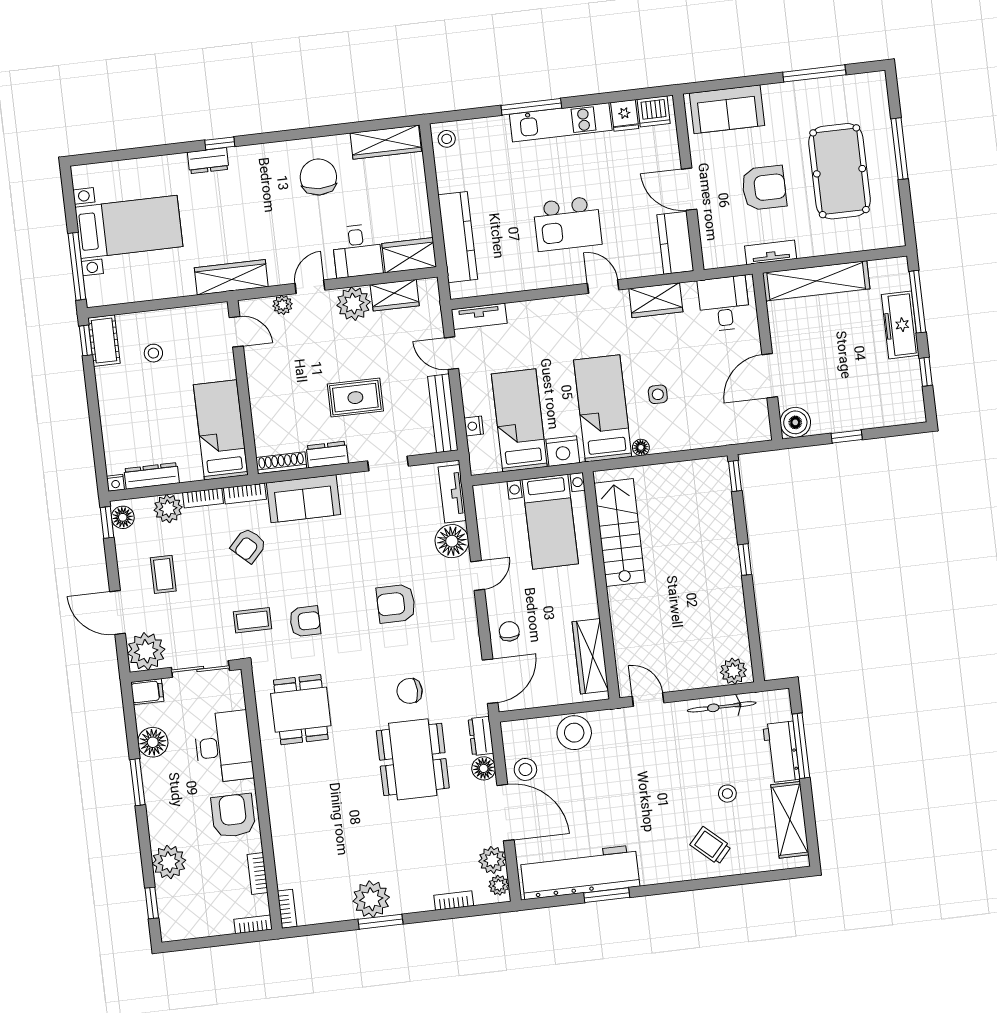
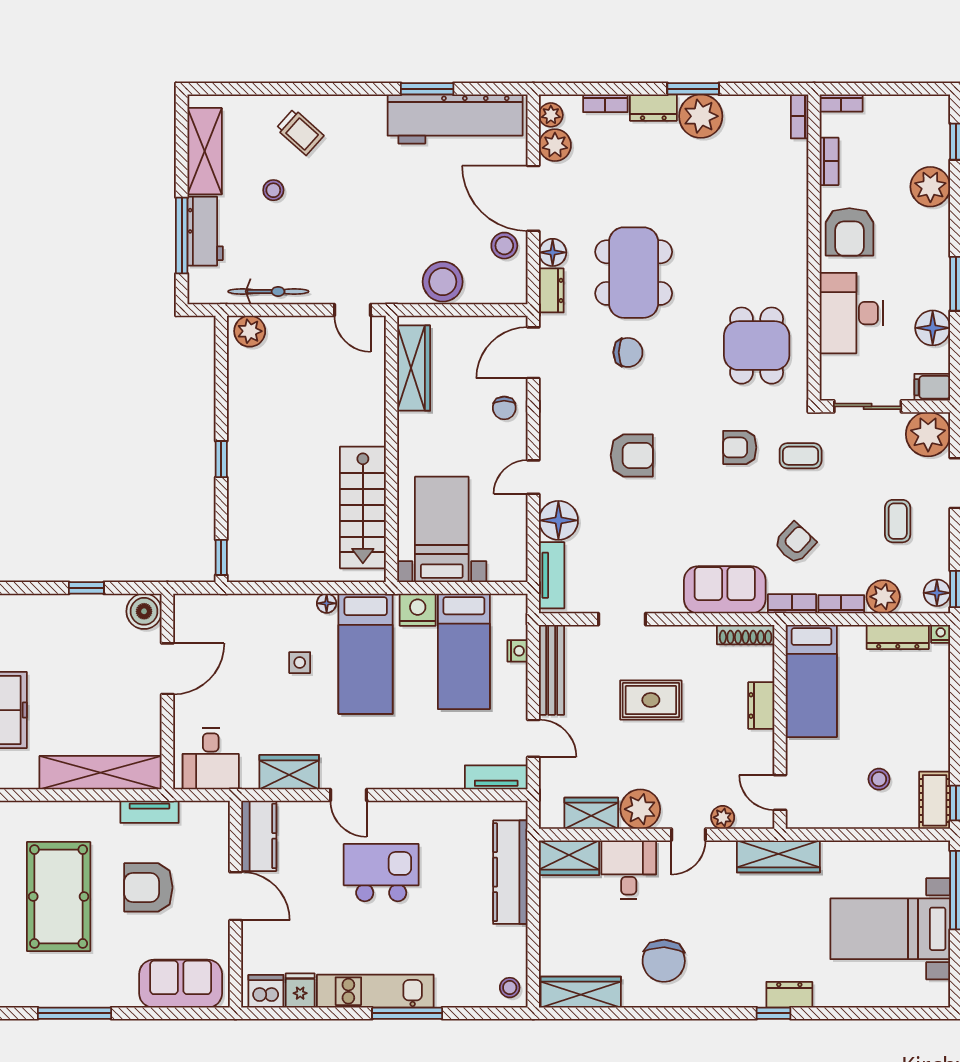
dresser: (327, 454) -> (761, 705), moved, turned 90
dresser: (412, 902) -> (653, 108), added

